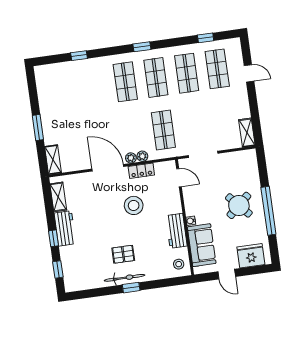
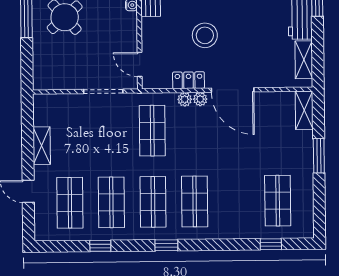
window: (206, 38) -> (100, 246), moved
window: (79, 56) -> (271, 244), moved
shop shelf: (64, 90) -> (278, 201), added
shelving: (247, 133) -> (42, 146), moved

